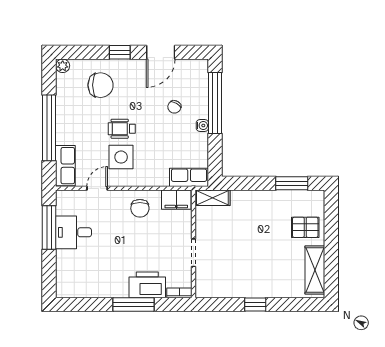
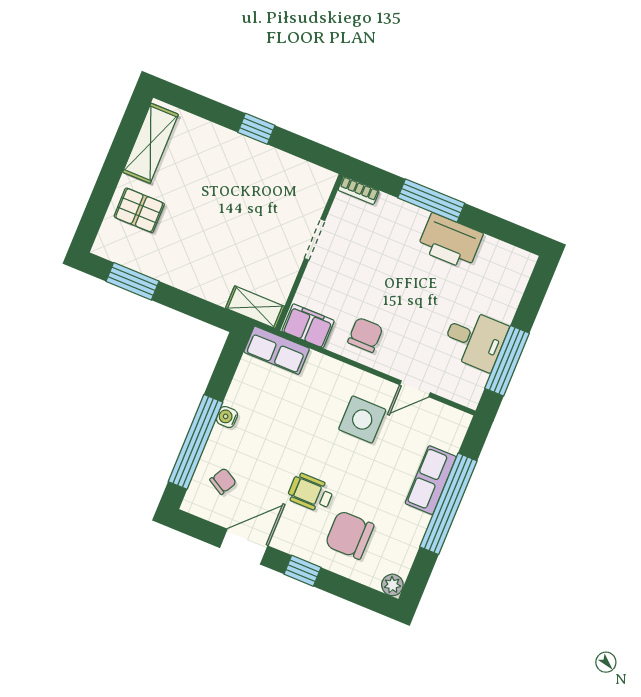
chair: (174, 107) -> (223, 481), moved
wheelchair: (122, 129) -> (311, 493), moved, turned 180
row of seats: (65, 166) -> (431, 480), moved
printer: (147, 285) -> (450, 241), moved

